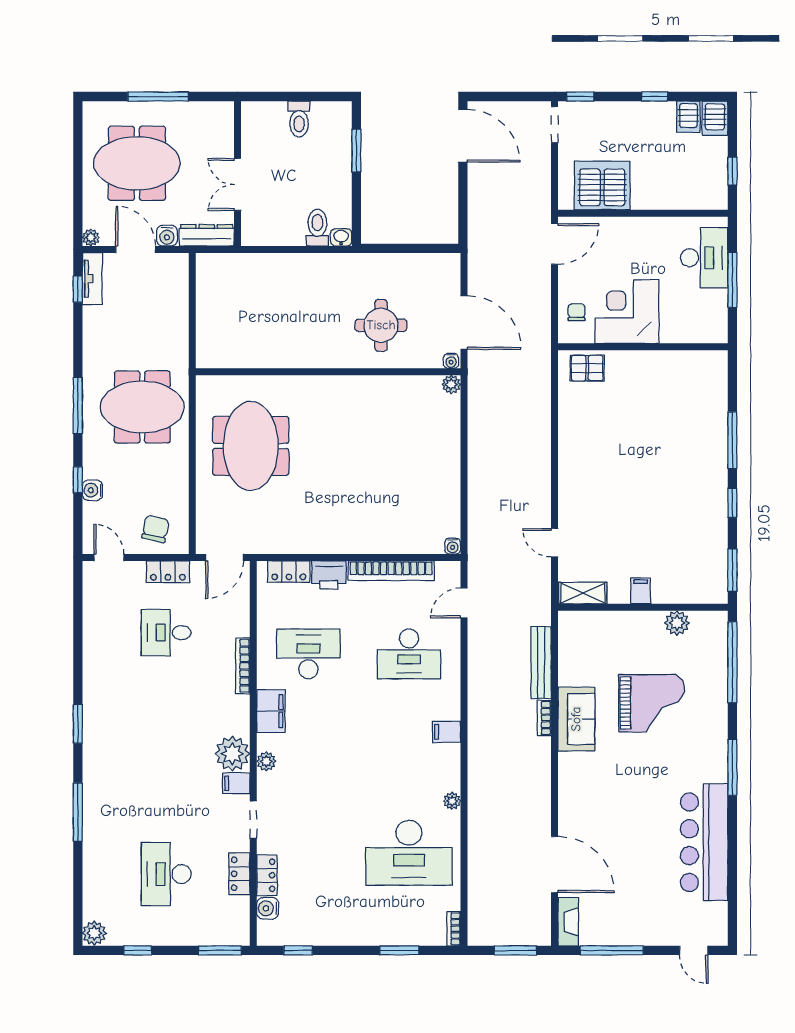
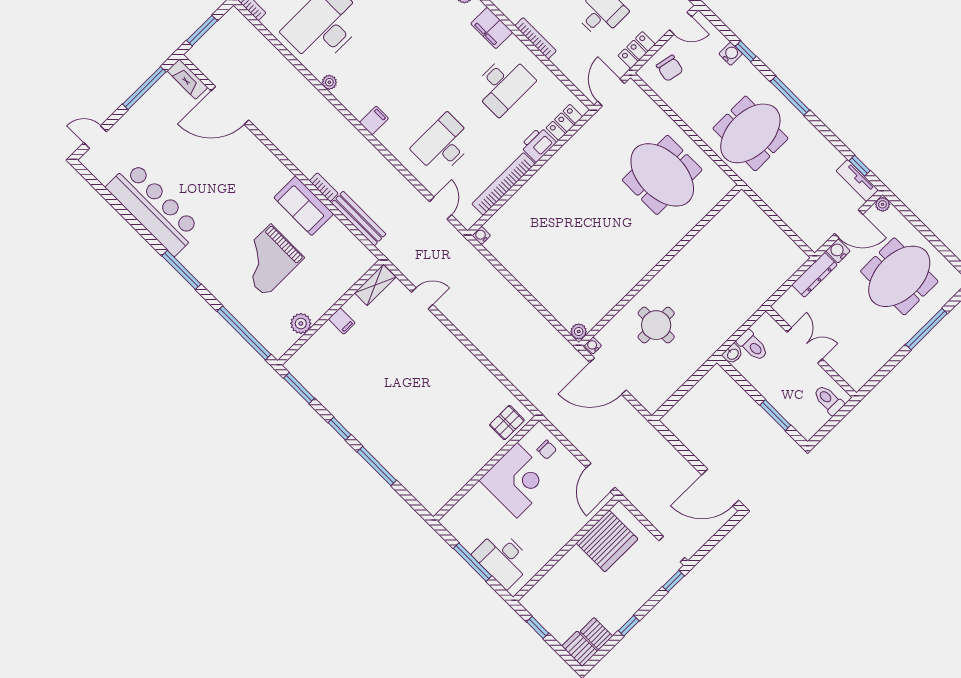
wall: (237, 174) -> (811, 352), moved
double door: (237, 184) -> (805, 345), moved

